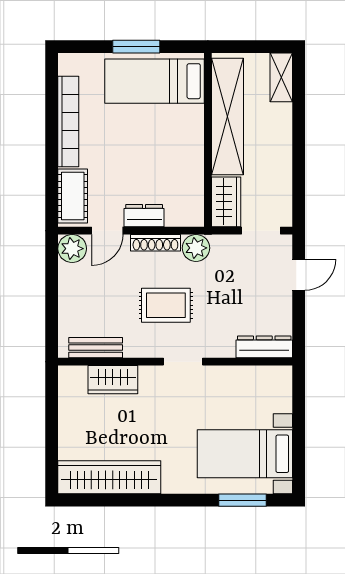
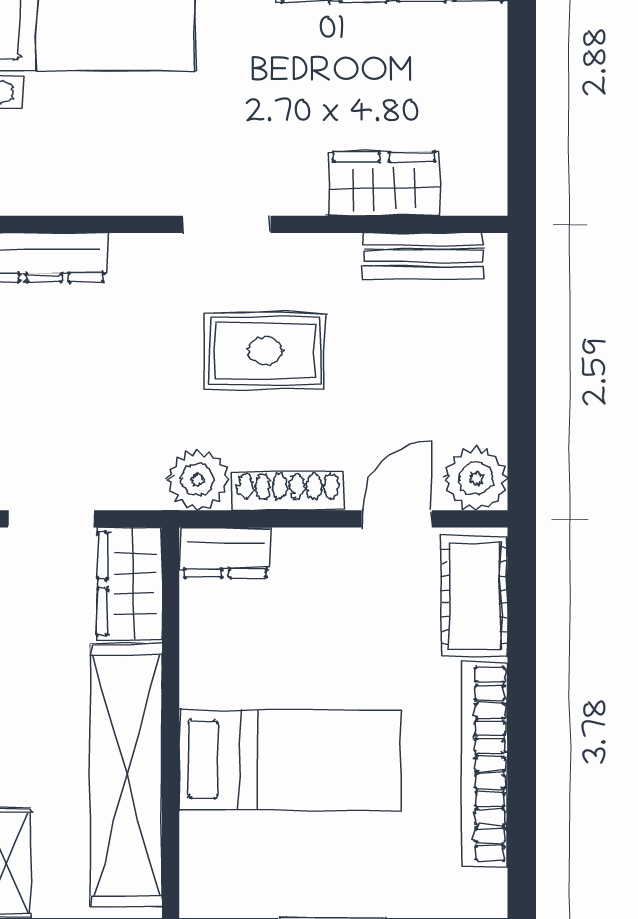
bed: (154, 81) -> (291, 760), moved
dresser: (144, 216) -> (226, 552), moved

